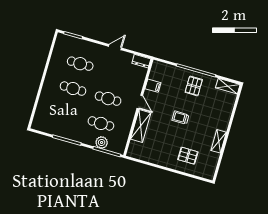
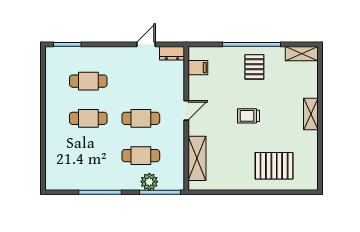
door: (115, 47) -> (146, 44), moved
filing cabinet: (153, 86) -> (198, 68), moved
door: (140, 102) -> (186, 110), hinge flipped
shelving: (141, 126) -> (197, 158), moved
shelving: (219, 141) -> (311, 114), moved
pallet: (188, 156) -> (274, 166), width x1.50, depth x1.42

